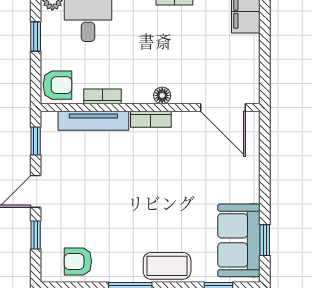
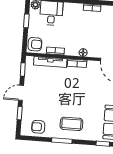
coffee table: (167, 266) -> (71, 124), moved

